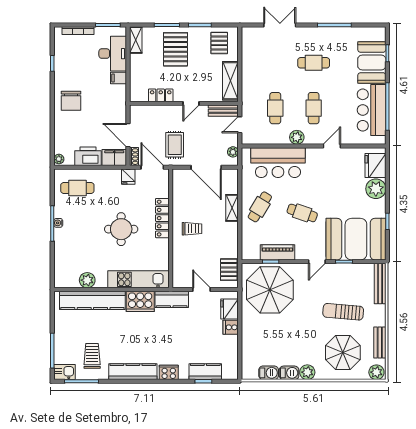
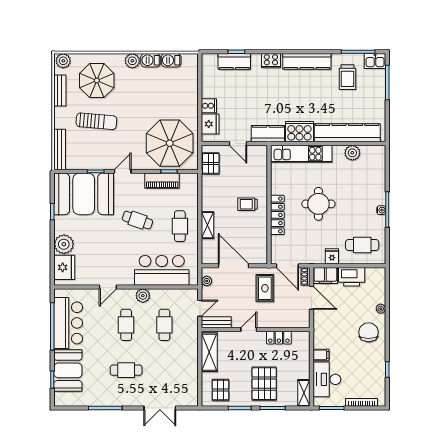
plant: (59, 159) -> (381, 309), moved
fridge: (128, 177) -> (332, 256), moved
cafe table: (260, 207) -> (180, 226), turned -31

